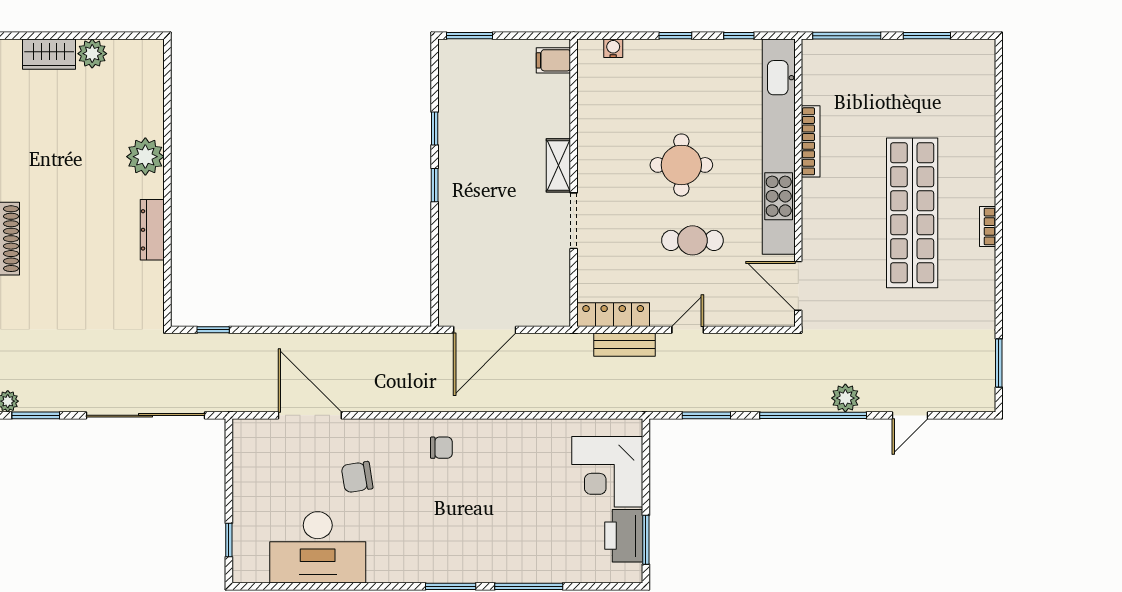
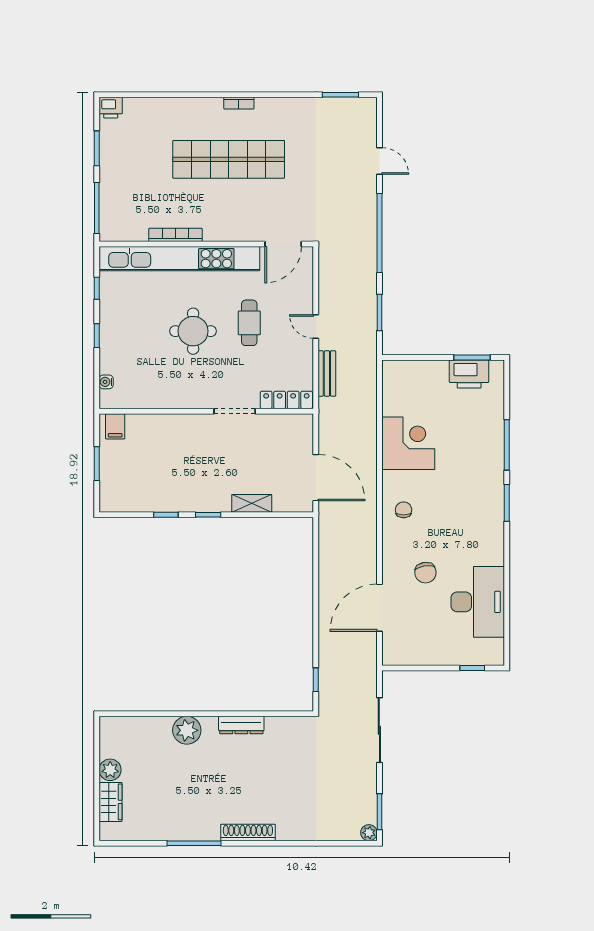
window: (470, 36) -> (97, 464), moved
printer: (981, 54) -> (111, 108), added
shelving: (558, 165) -> (252, 503), moved
locker: (613, 315) -> (286, 400), moved, turned 90
plant: (845, 398) -> (367, 209), removed
sliding door: (145, 415) -> (379, 730), width x0.73
corner desk: (607, 472) -> (408, 443), moved, turned -90

